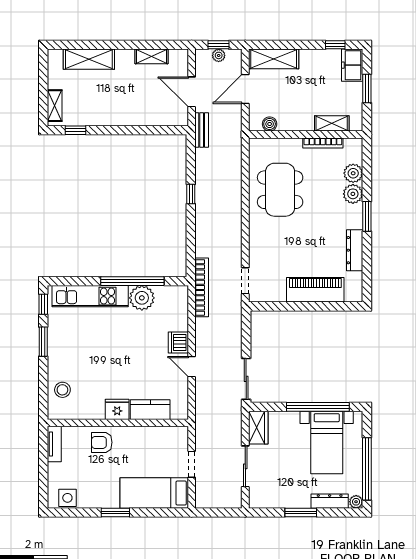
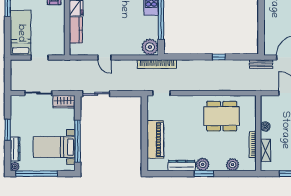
boiler: (270, 124) -> (265, 127), moved
plant: (353, 194) -> (203, 164), moved
plant: (142, 298) -> (150, 47), moved
dishwasher: (178, 343) -> (120, 49), removed
door: (192, 367) -> (104, 58), swing flipped

